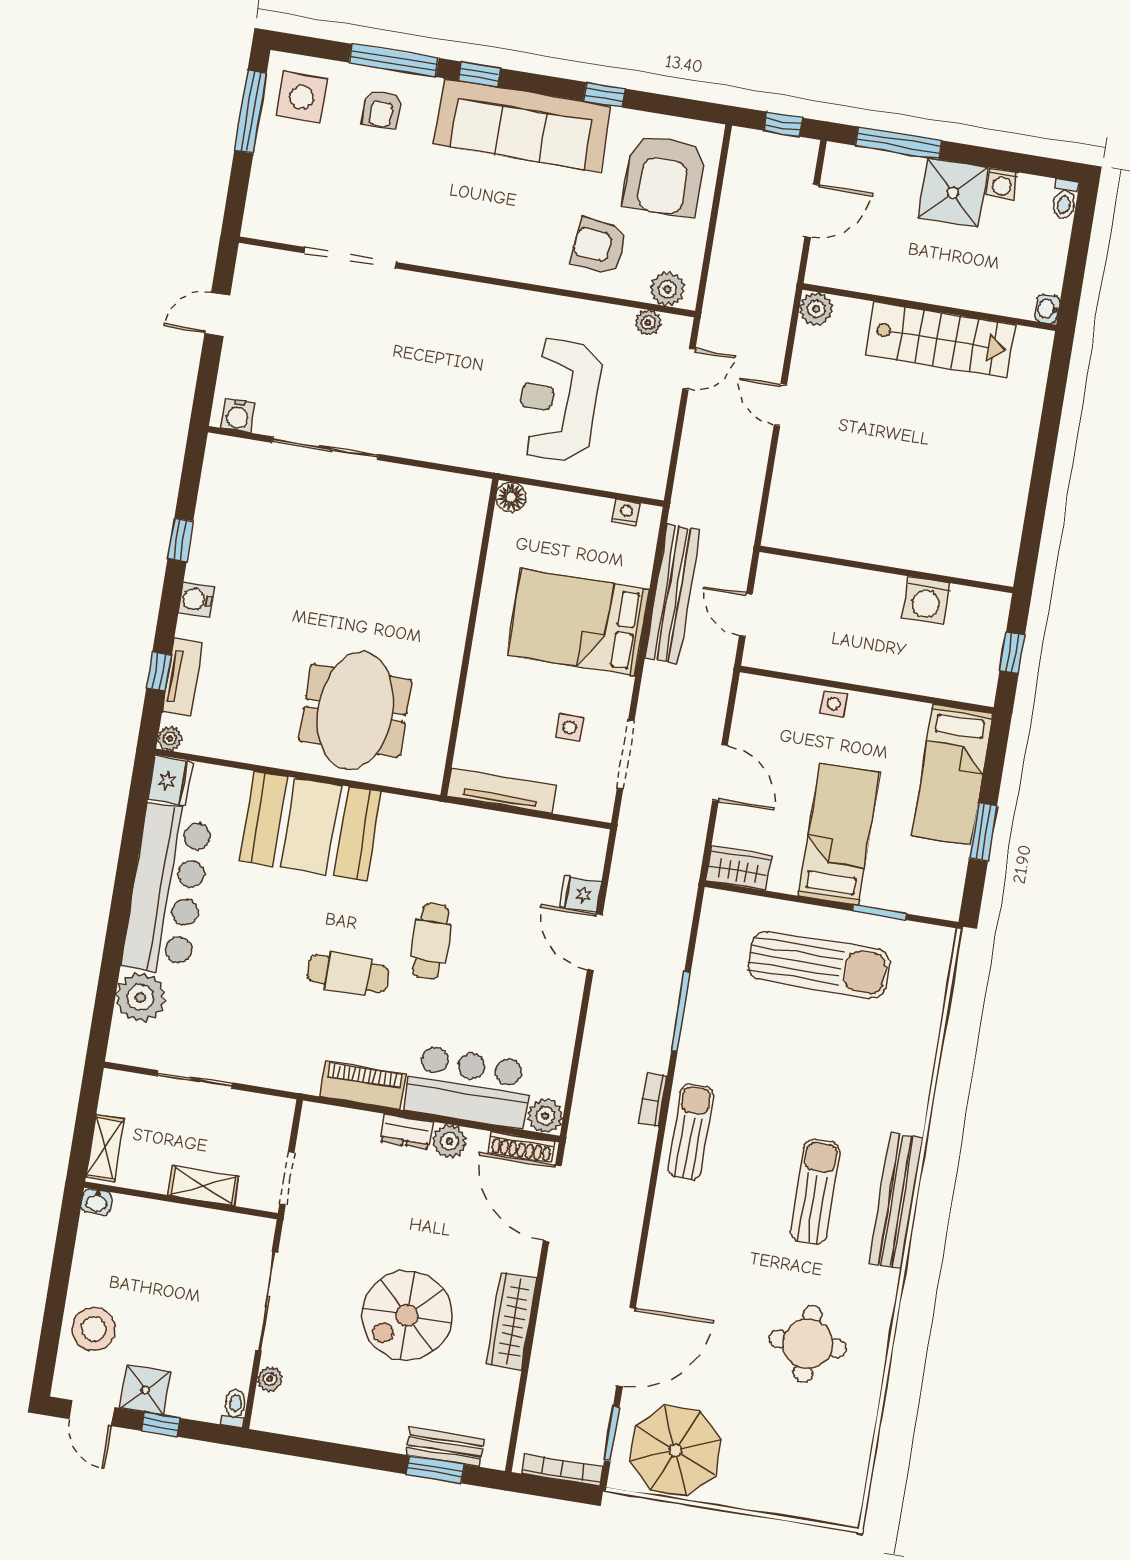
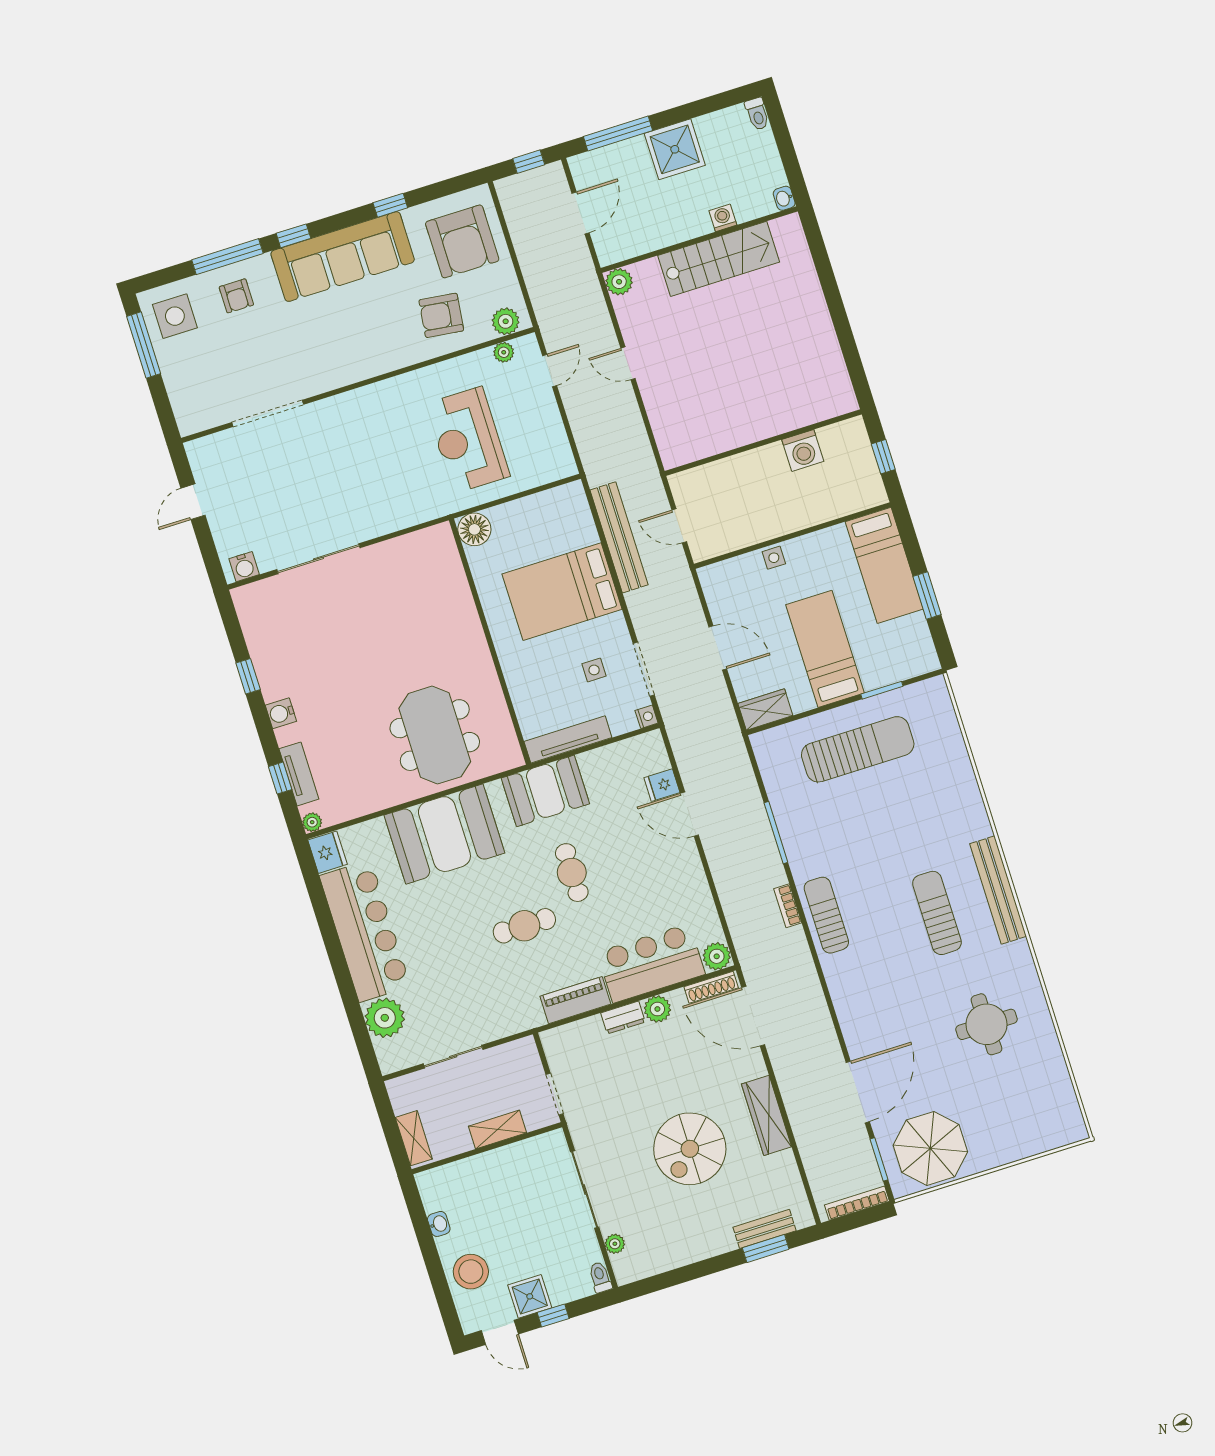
washing machine: (1002, 184) -> (723, 218), moved, turned 180
floor lamp: (511, 497) -> (474, 529), width x1.38, depth x1.38
nightstand: (626, 512) -> (647, 717), moved, turned 90
booth: (447, 835) -> (545, 791), added
washbasin: (97, 1202) -> (439, 1224), moved, turned -90

